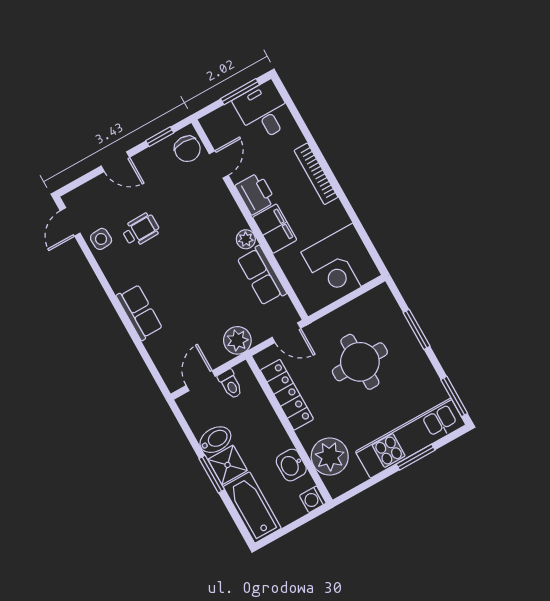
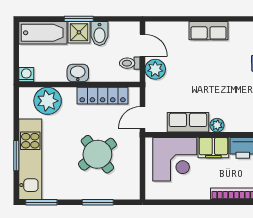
corner desk: (341, 264) -> (175, 159), moved, turned 180
plant: (237, 340) -> (155, 69), moved
round table: (360, 362) -> (97, 154), turned -38
washbasin: (291, 465) -> (78, 73), moved

